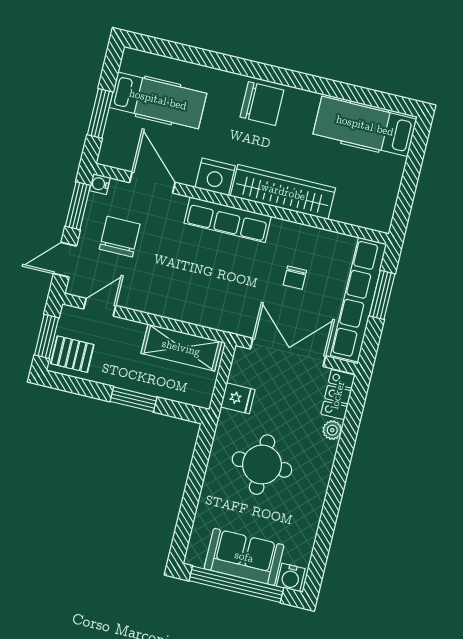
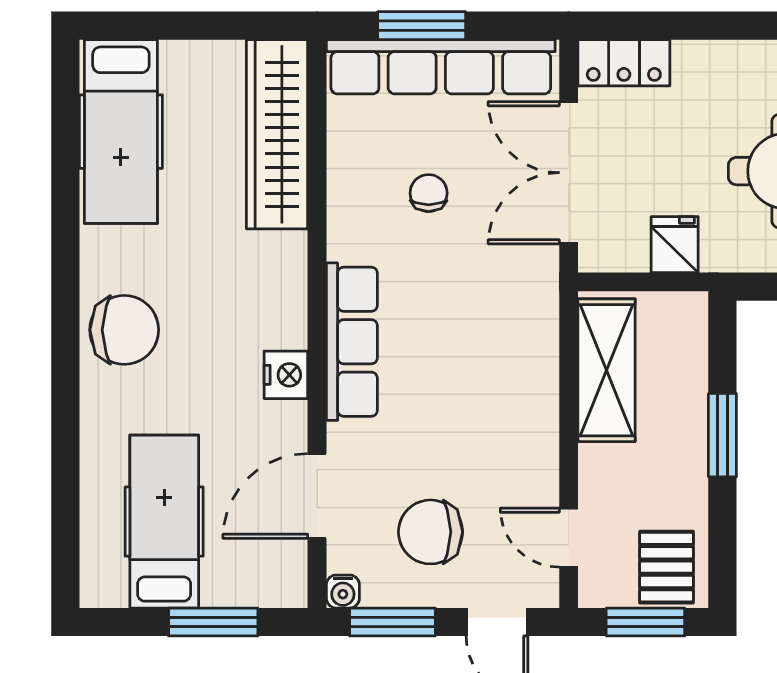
chair: (262, 104) -> (124, 330), turned 90
nightstand: (215, 177) -> (286, 375), width x0.74, depth x0.75
wardrobe: (283, 192) -> (277, 134), moved
chair: (295, 278) -> (429, 193), turned -90
plant: (332, 430) -> (691, 58), removed

